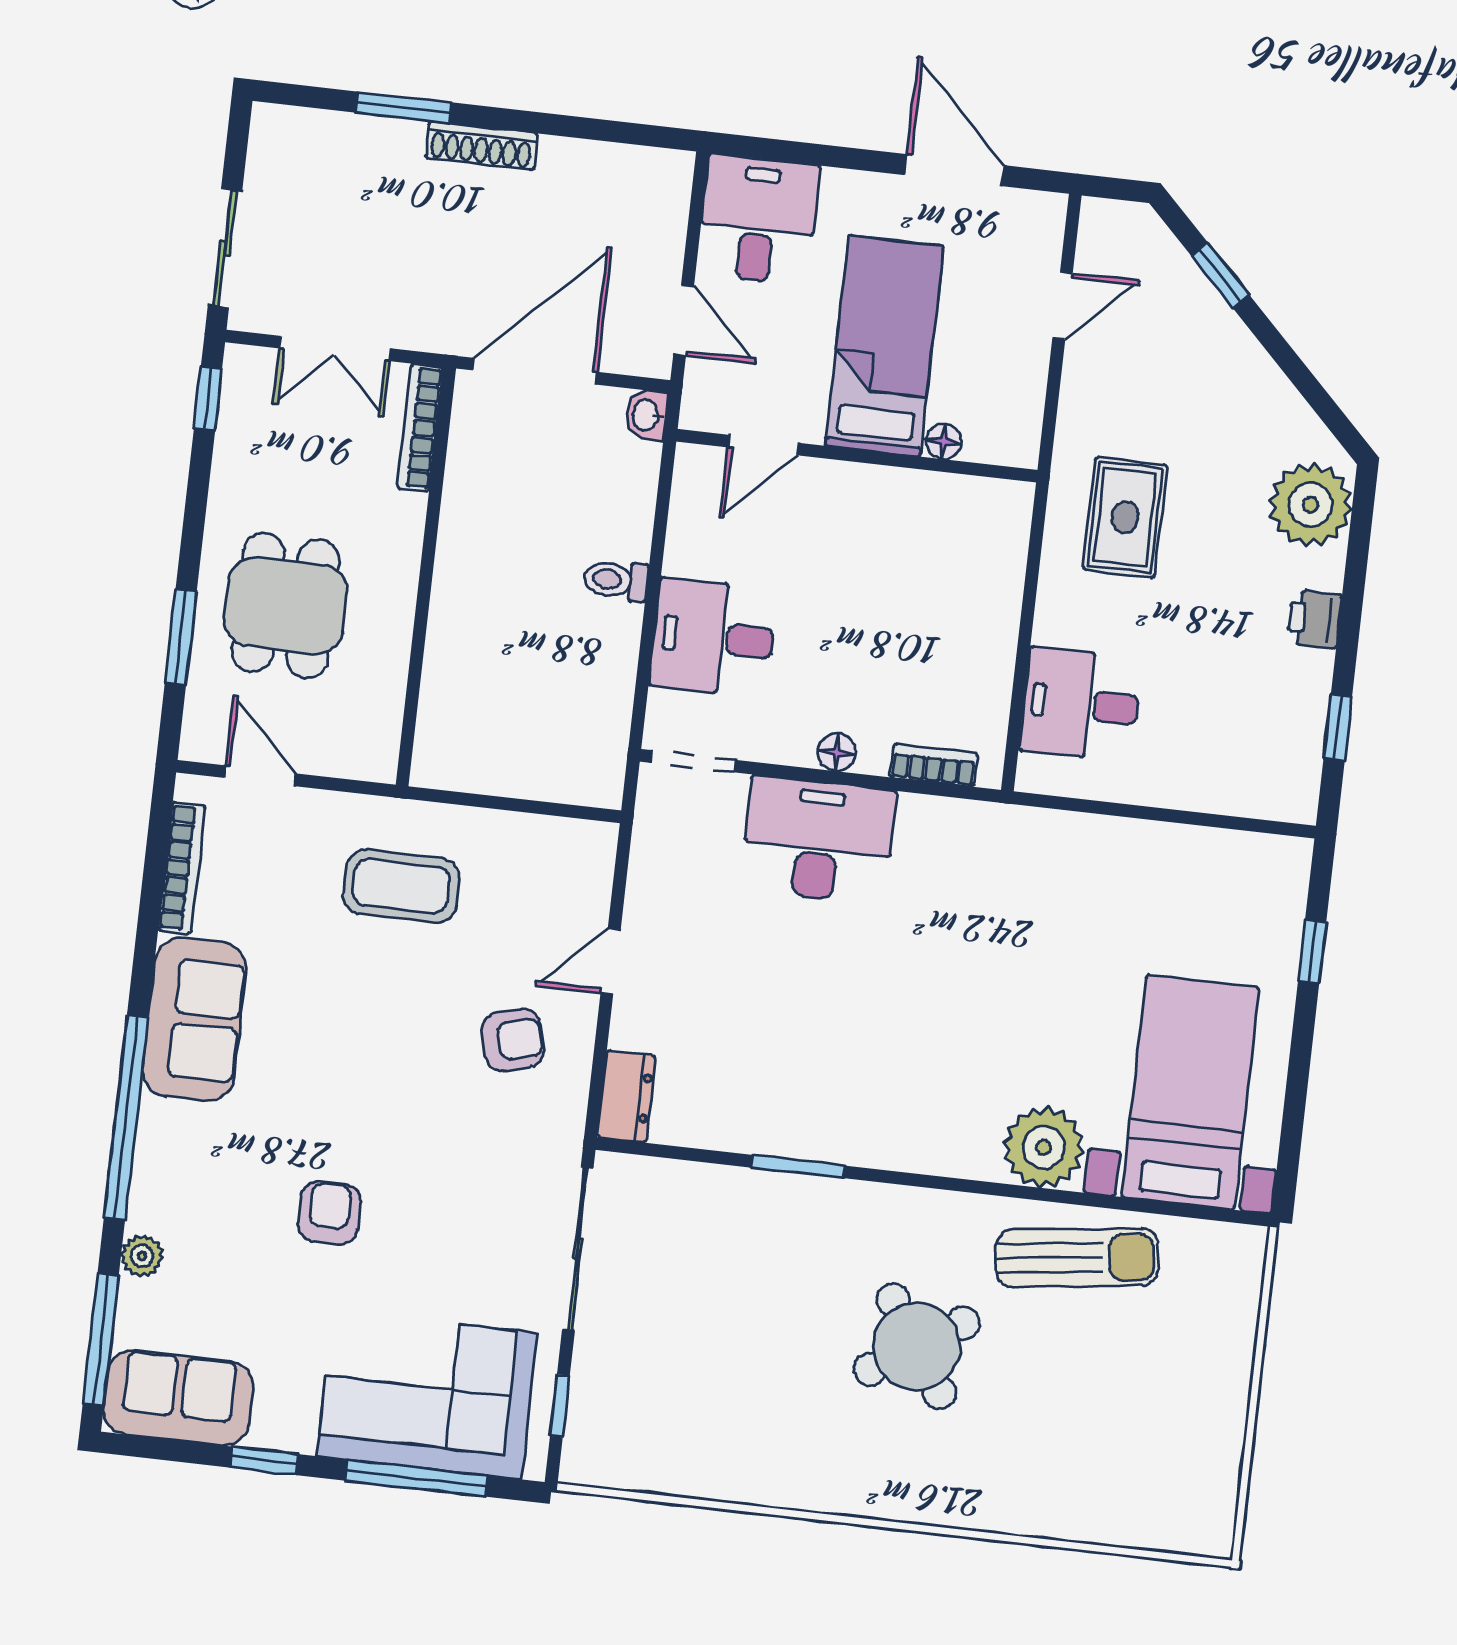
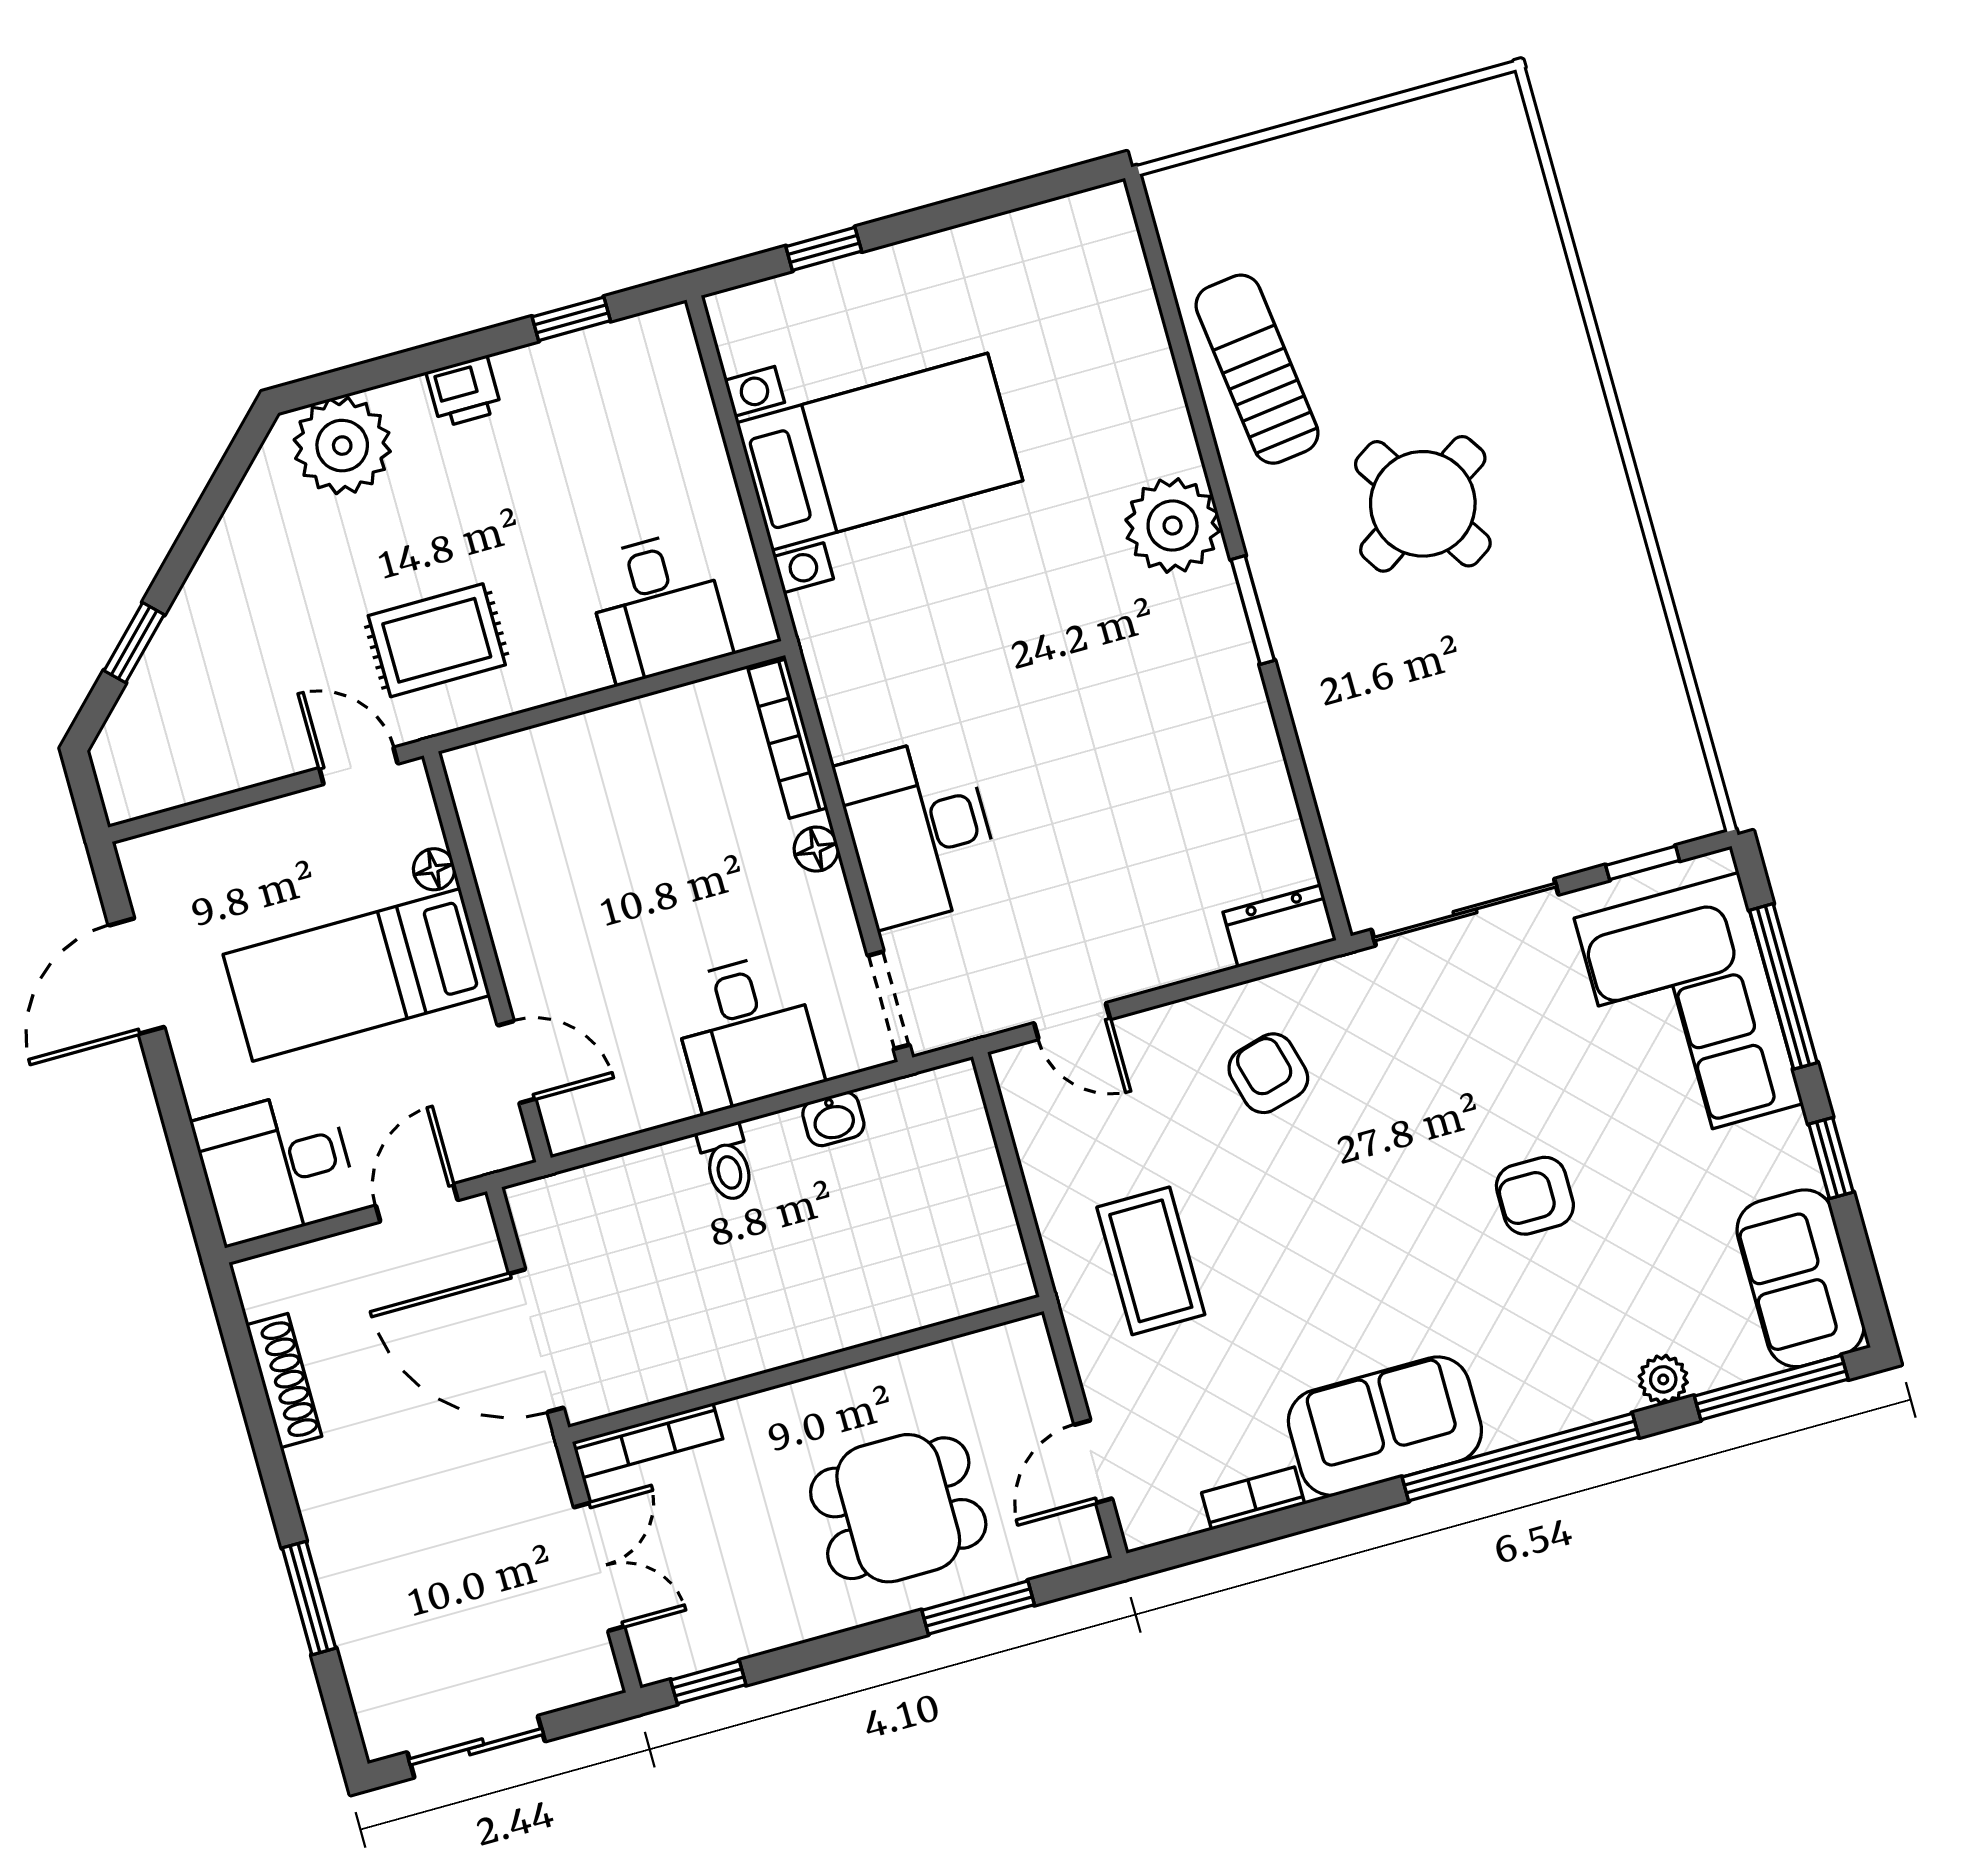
shoe rack: (481, 146) -> (284, 1381), moved
sliding door: (225, 248) -> (476, 1747), moved
door: (1063, 306) -> (359, 766), moved
washbasin: (646, 415) -> (833, 1119), moved
bookcase: (934, 765) -> (788, 739), width x1.56
bookcase: (182, 868) -> (1253, 1498), width x0.64
door: (611, 961) -> (1072, 1021), moved
bed with nightstands: (1190, 1092) -> (880, 452), moved, turned 180
plant: (1044, 1147) -> (1173, 526), moved
window: (798, 1167) -> (1253, 610), moved

